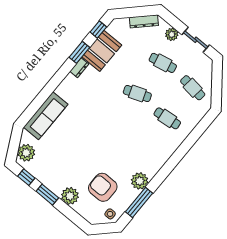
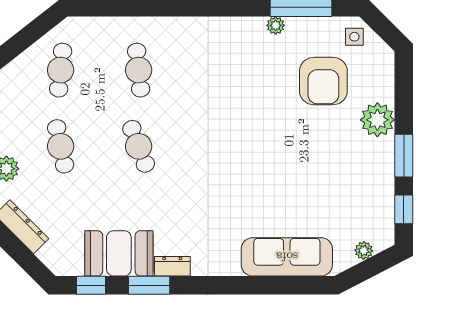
plant: (26, 153) -> (364, 251), width x0.53, depth x0.53
plant: (140, 181) -> (276, 25), width x0.53, depth x0.53

